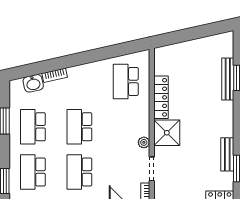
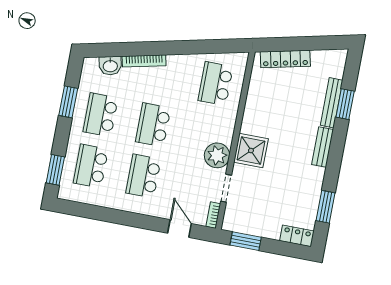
bookcase: (55, 75) -> (144, 61), width x1.56
locker: (161, 97) -> (285, 59), moved, turned 77
plant: (144, 142) -> (217, 155), width x1.88, depth x1.88
bench: (227, 154) -> (323, 147), moved

